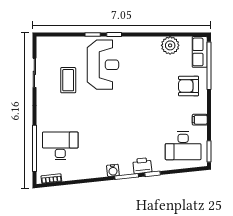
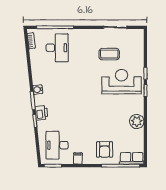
plant: (170, 45) -> (137, 121), moved
reception desk: (103, 65) -> (121, 82), turned 180
armchair: (189, 86) -> (105, 149), turned 180

